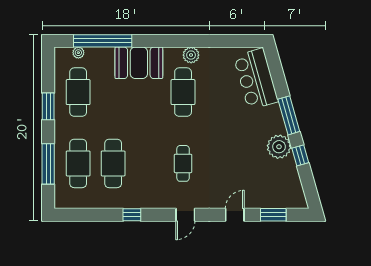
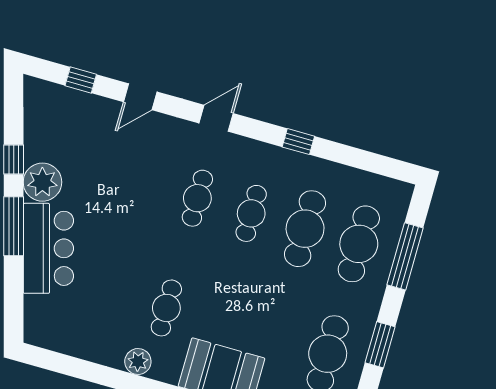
bar counter: (256, 79) -> (48, 248), moved
cafe table: (183, 92) -> (166, 308), width x0.73, depth x0.74
cafe table: (148, 163) -> (251, 213), added
window: (273, 215) -> (81, 80), width x0.67

